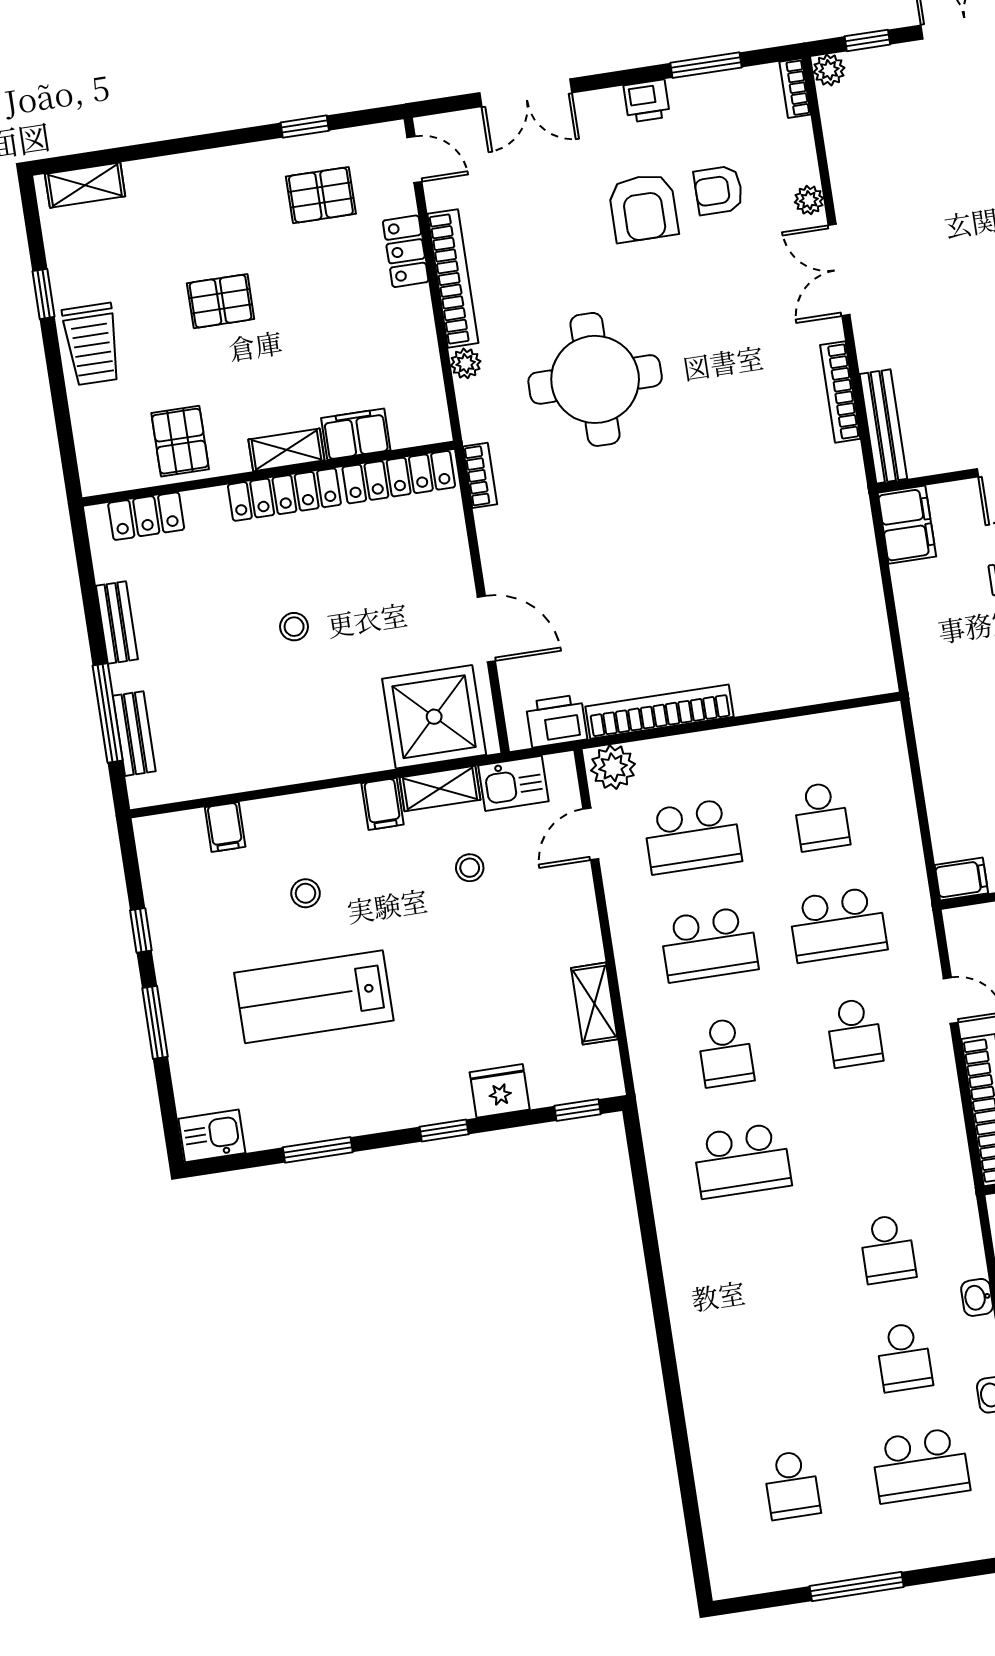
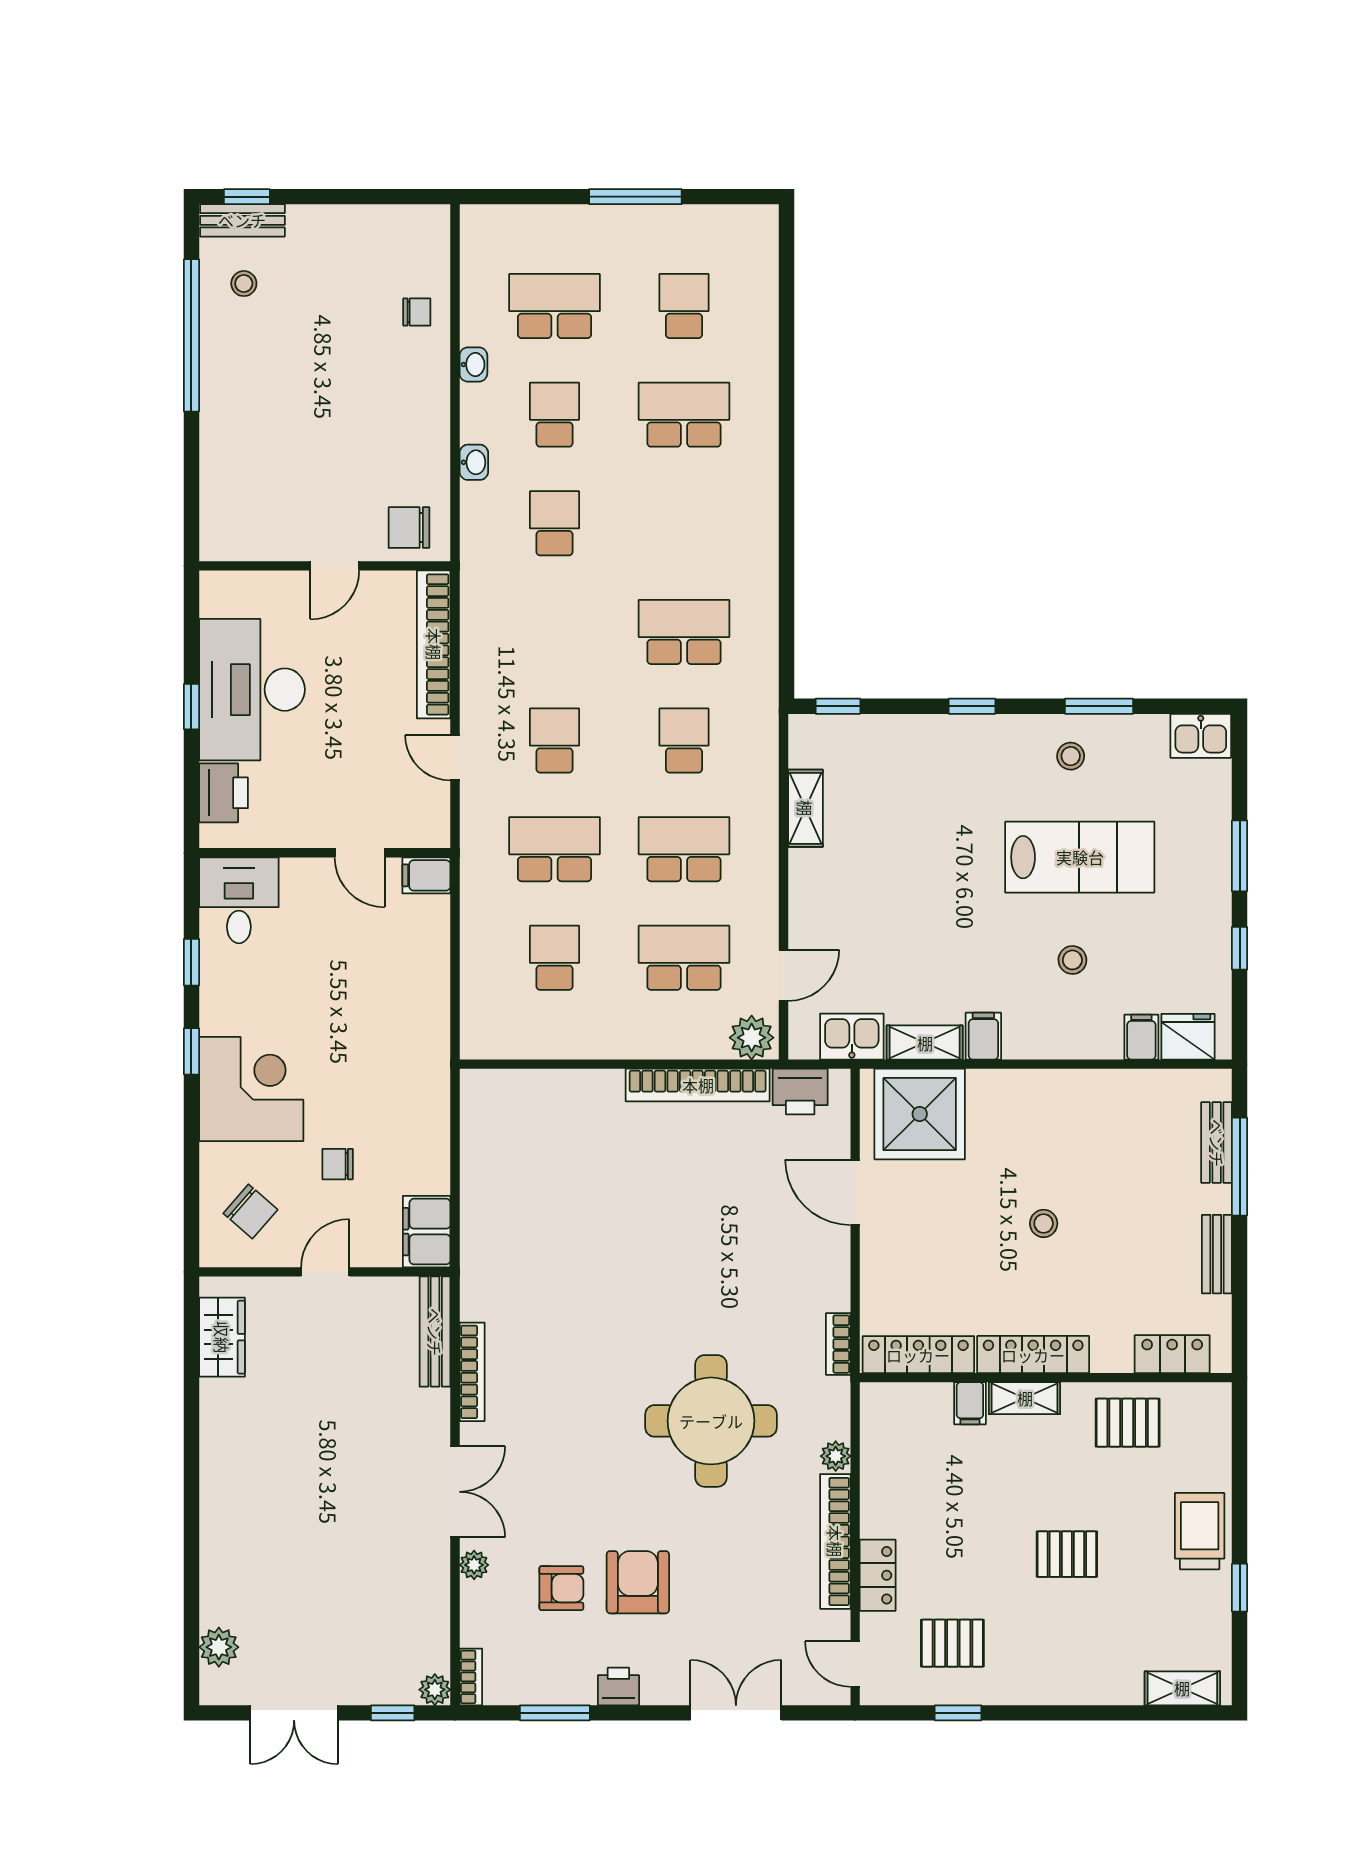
filing cabinet: (356, 434) -> (970, 1403), width x0.50
pallet: (180, 441) -> (1128, 1423), turned 90
stool: (470, 868) -> (1071, 756), moved
fridge: (500, 1091) -> (1188, 1037), moved, turned 180
school desk: (775, 1377) -> (684, 415), added

